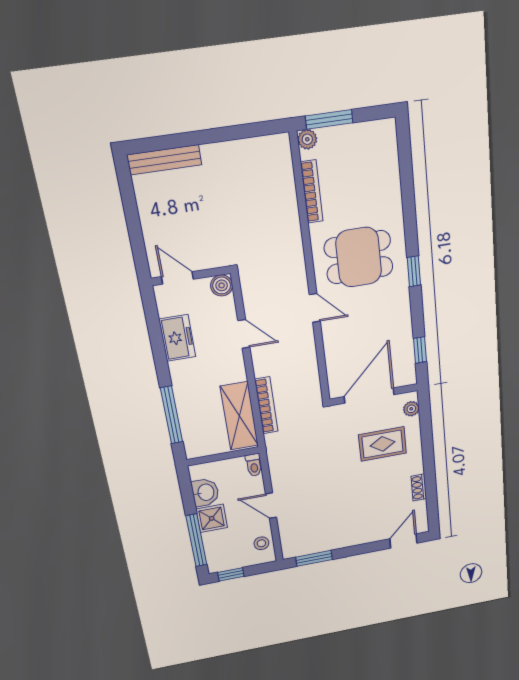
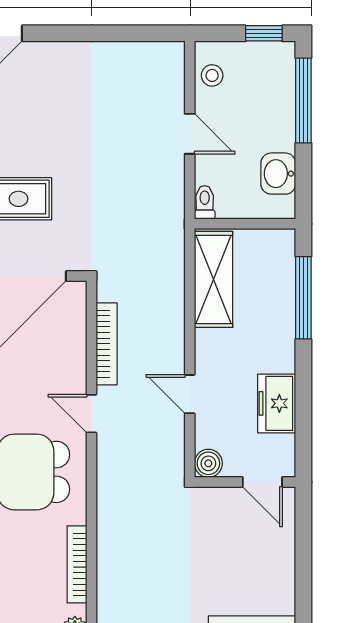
bookcase: (266, 405) -> (107, 344), moved, turned 180
shower: (212, 518) -> (276, 131), removed
window: (314, 558) -> (139, 33), removed

